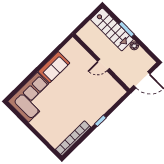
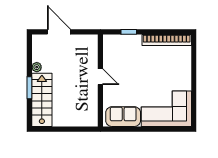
wall: (101, 63) -> (100, 80), moved
door: (103, 65) -> (100, 77), moved

